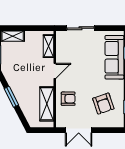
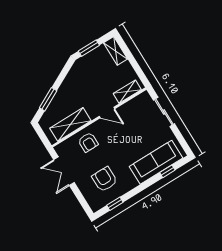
window: (11, 97) -> (48, 99), moved
armchair: (103, 104) -> (105, 179), turned 109

